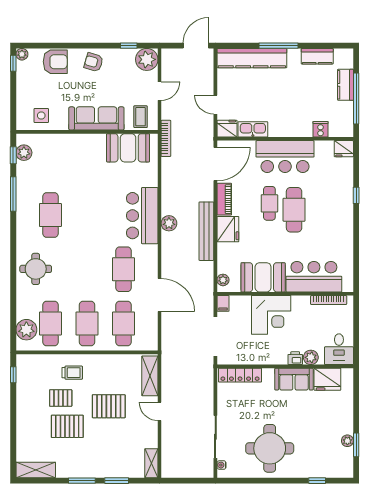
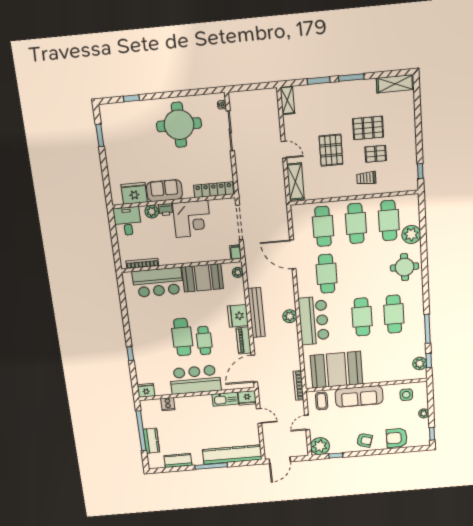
plant: (22, 54) -> (424, 413), moved
booth: (128, 148) -> (337, 370), width x1.36, depth x1.42
cafe table: (87, 215) -> (362, 317), added
corner desk: (271, 315) -> (192, 219), moved, turned 180
plant: (26, 330) -> (411, 234), moved
pallet: (109, 406) -> (331, 150), turned 90
plant: (347, 441) -> (108, 139), removed

